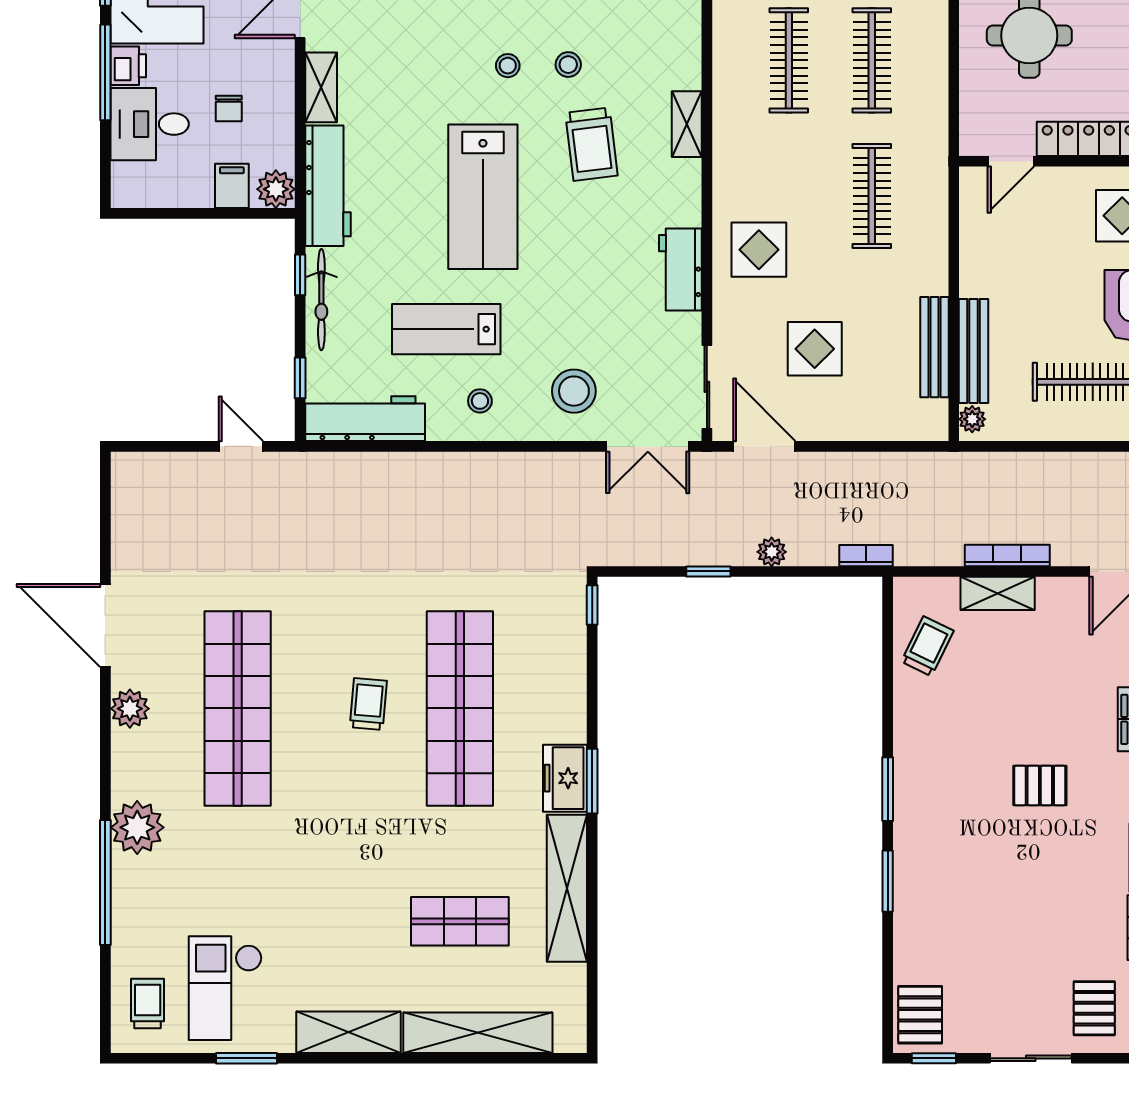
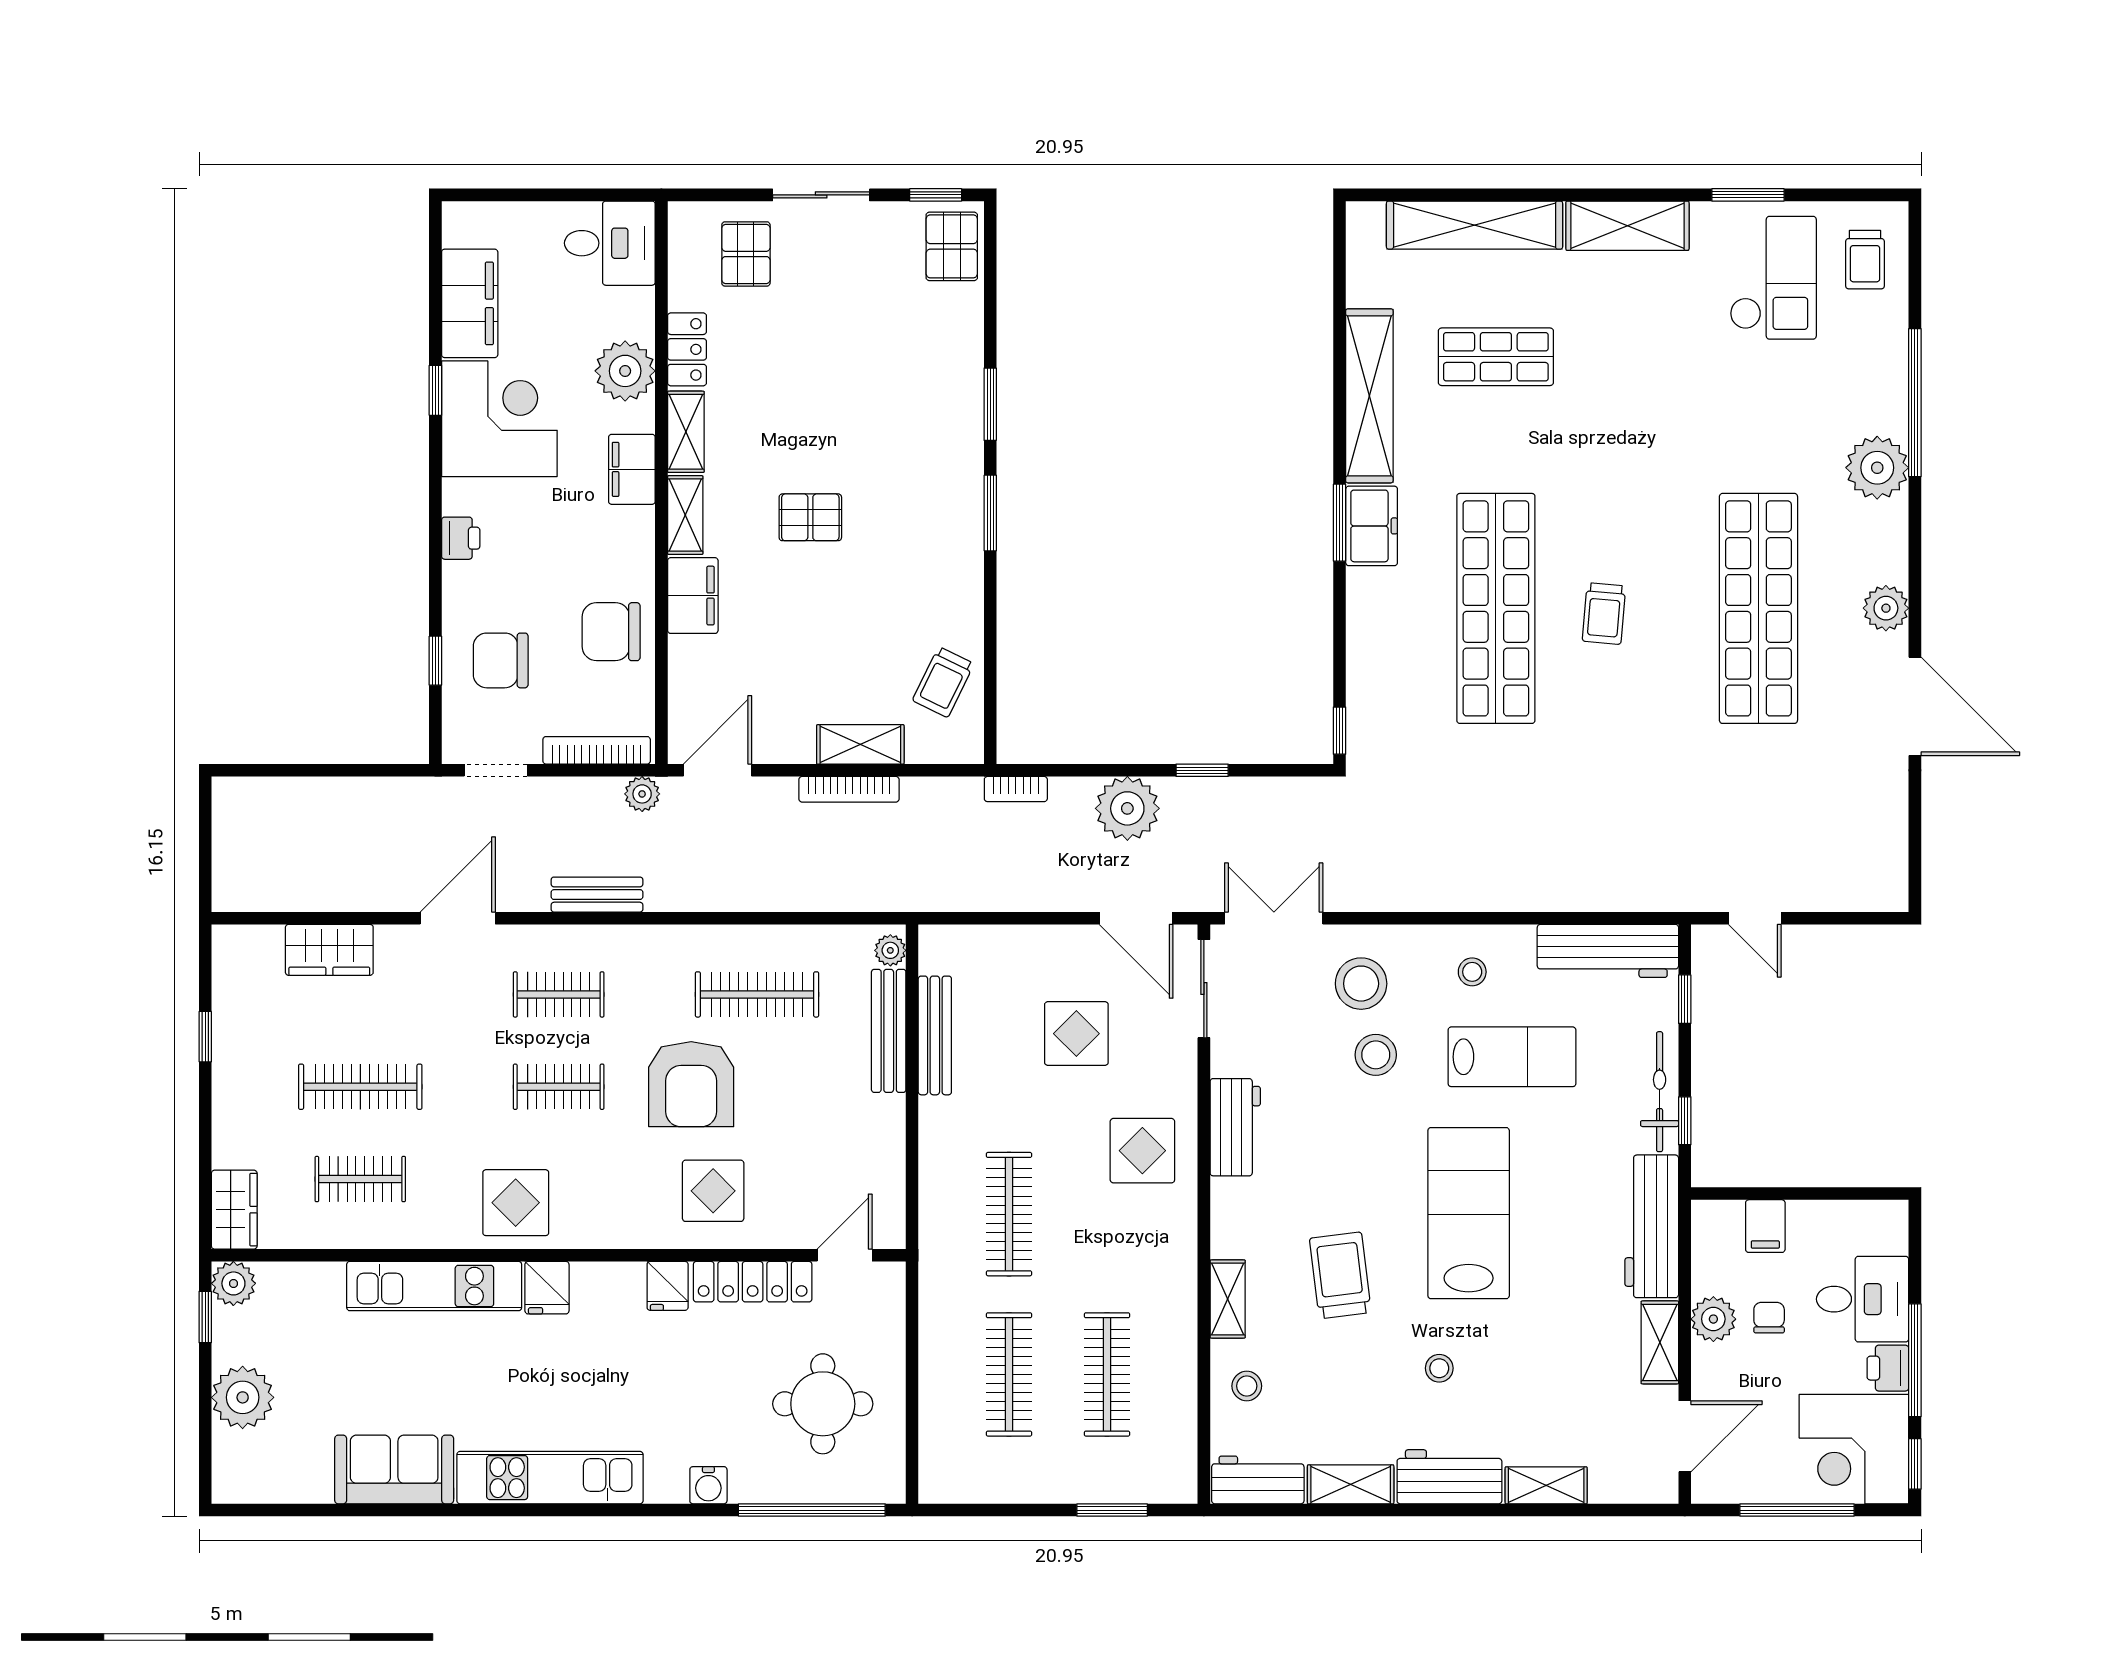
stool: (568, 65) -> (1247, 1386), moved
plant: (276, 189) -> (1713, 1319), moved
stool: (561, 331) -> (1376, 1055), added
plant: (772, 552) -> (1127, 808), width x1.87, depth x1.87

